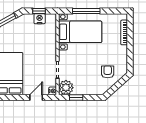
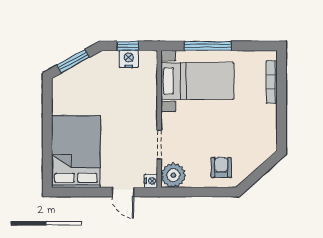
armchair: (108, 72) -> (221, 167), moved
door: (36, 98) -> (123, 192), swing flipped
window: (76, 98) -> (191, 192), removed

